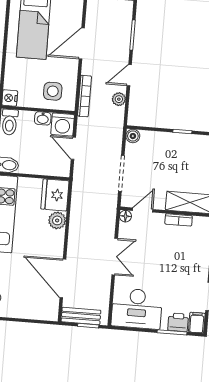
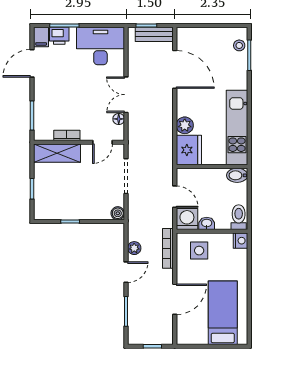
floor lamp: (125, 216) -> (119, 119), moved

